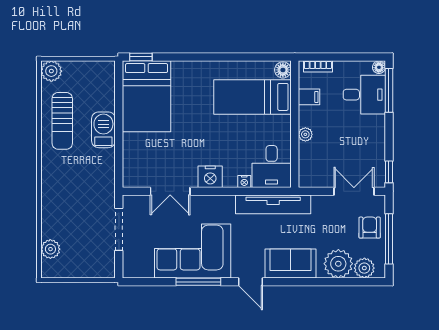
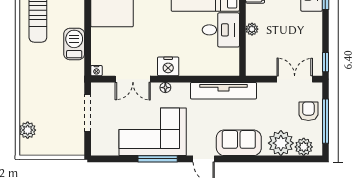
barbecue: (103, 130) -> (74, 44), moved
desk: (272, 166) -> (221, 30), moved, turned -90
nightstand: (244, 181) -> (96, 71), moved
floor lamp: (207, 201) -> (165, 88), added

